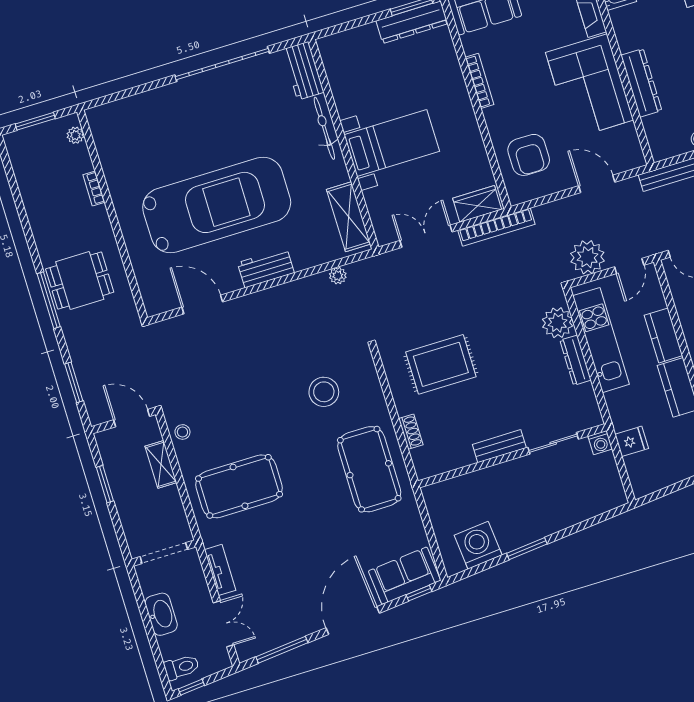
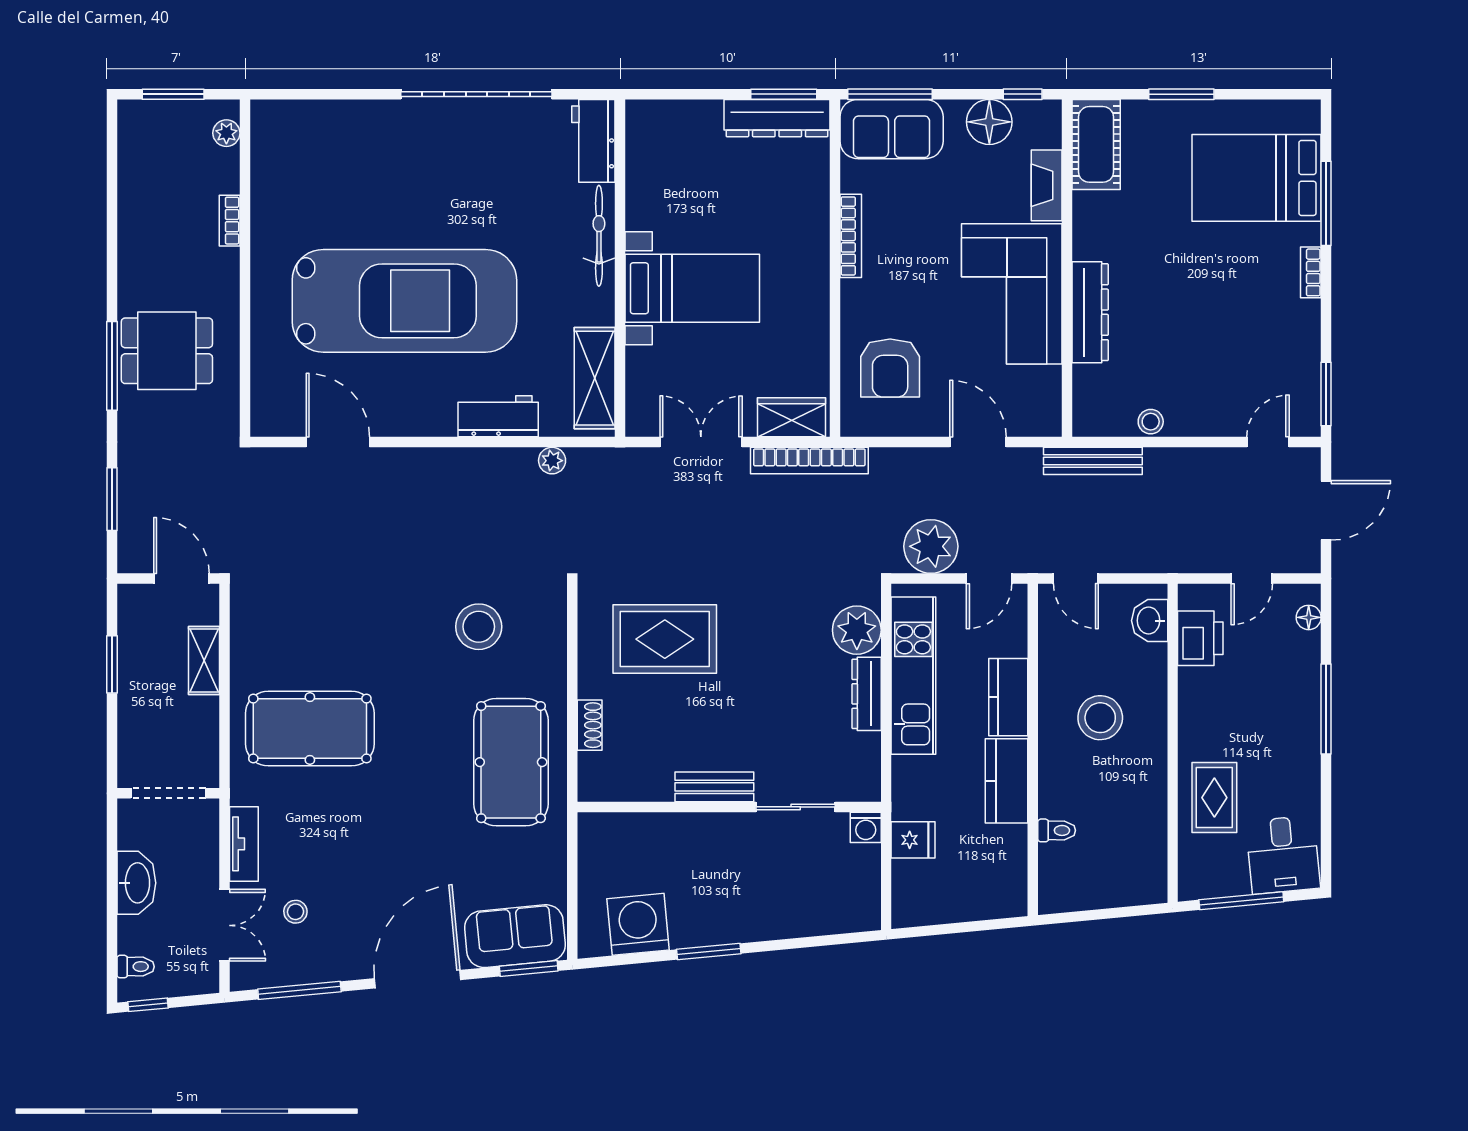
workbench: (266, 268) -> (498, 416), moved
stool: (182, 432) -> (295, 912), moved
window: (419, 593) -> (529, 969), width x1.50
toilet: (182, 667) -> (136, 967), width x0.73, depth x0.72

